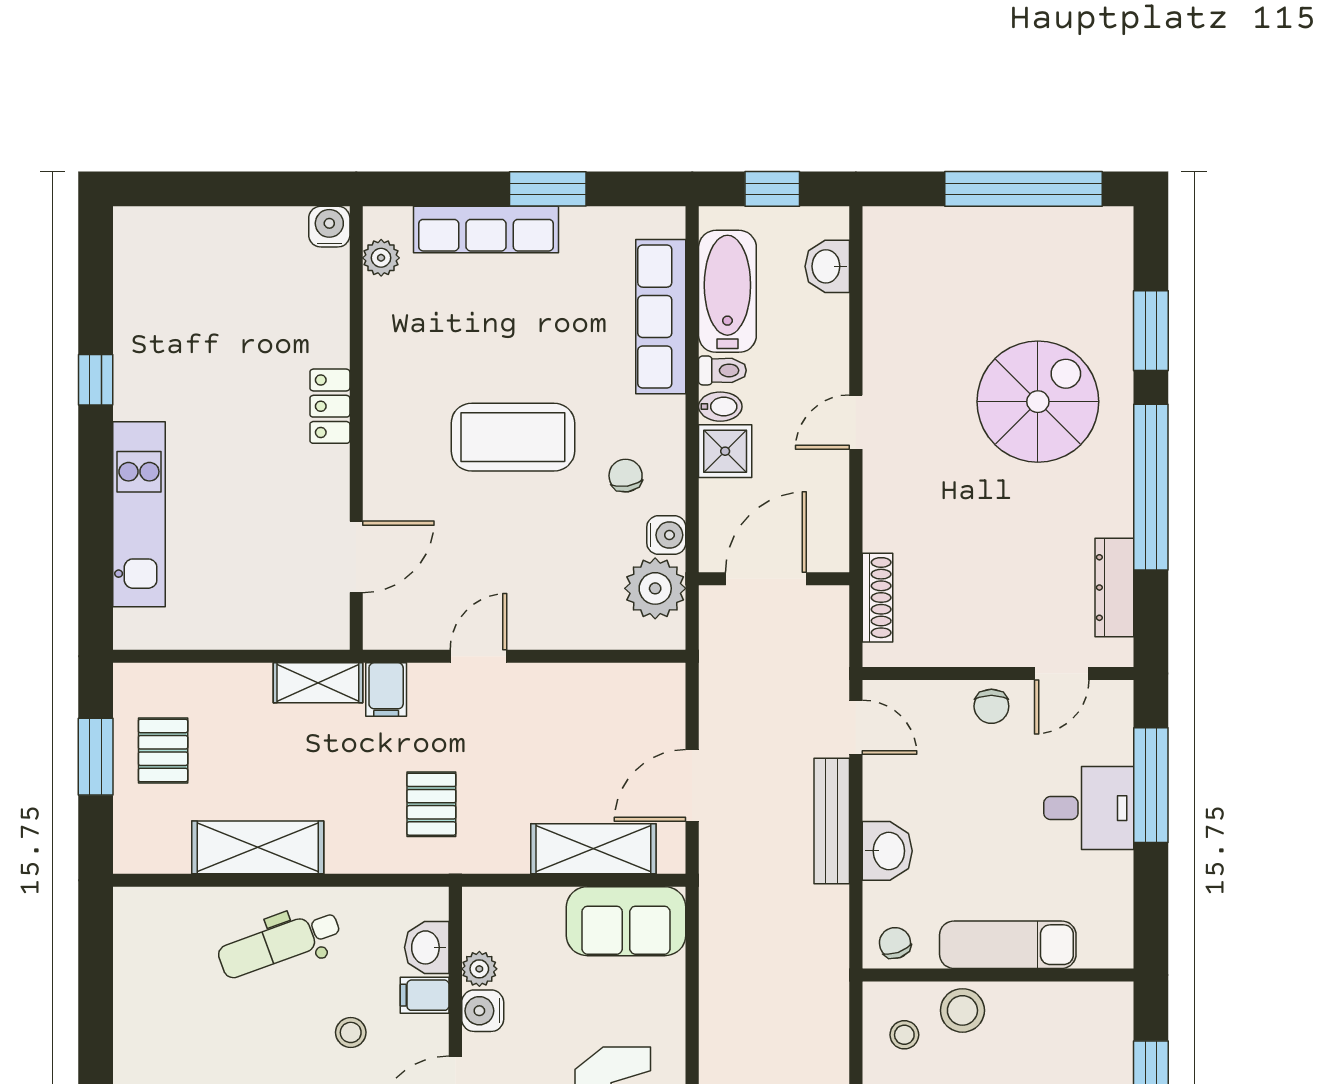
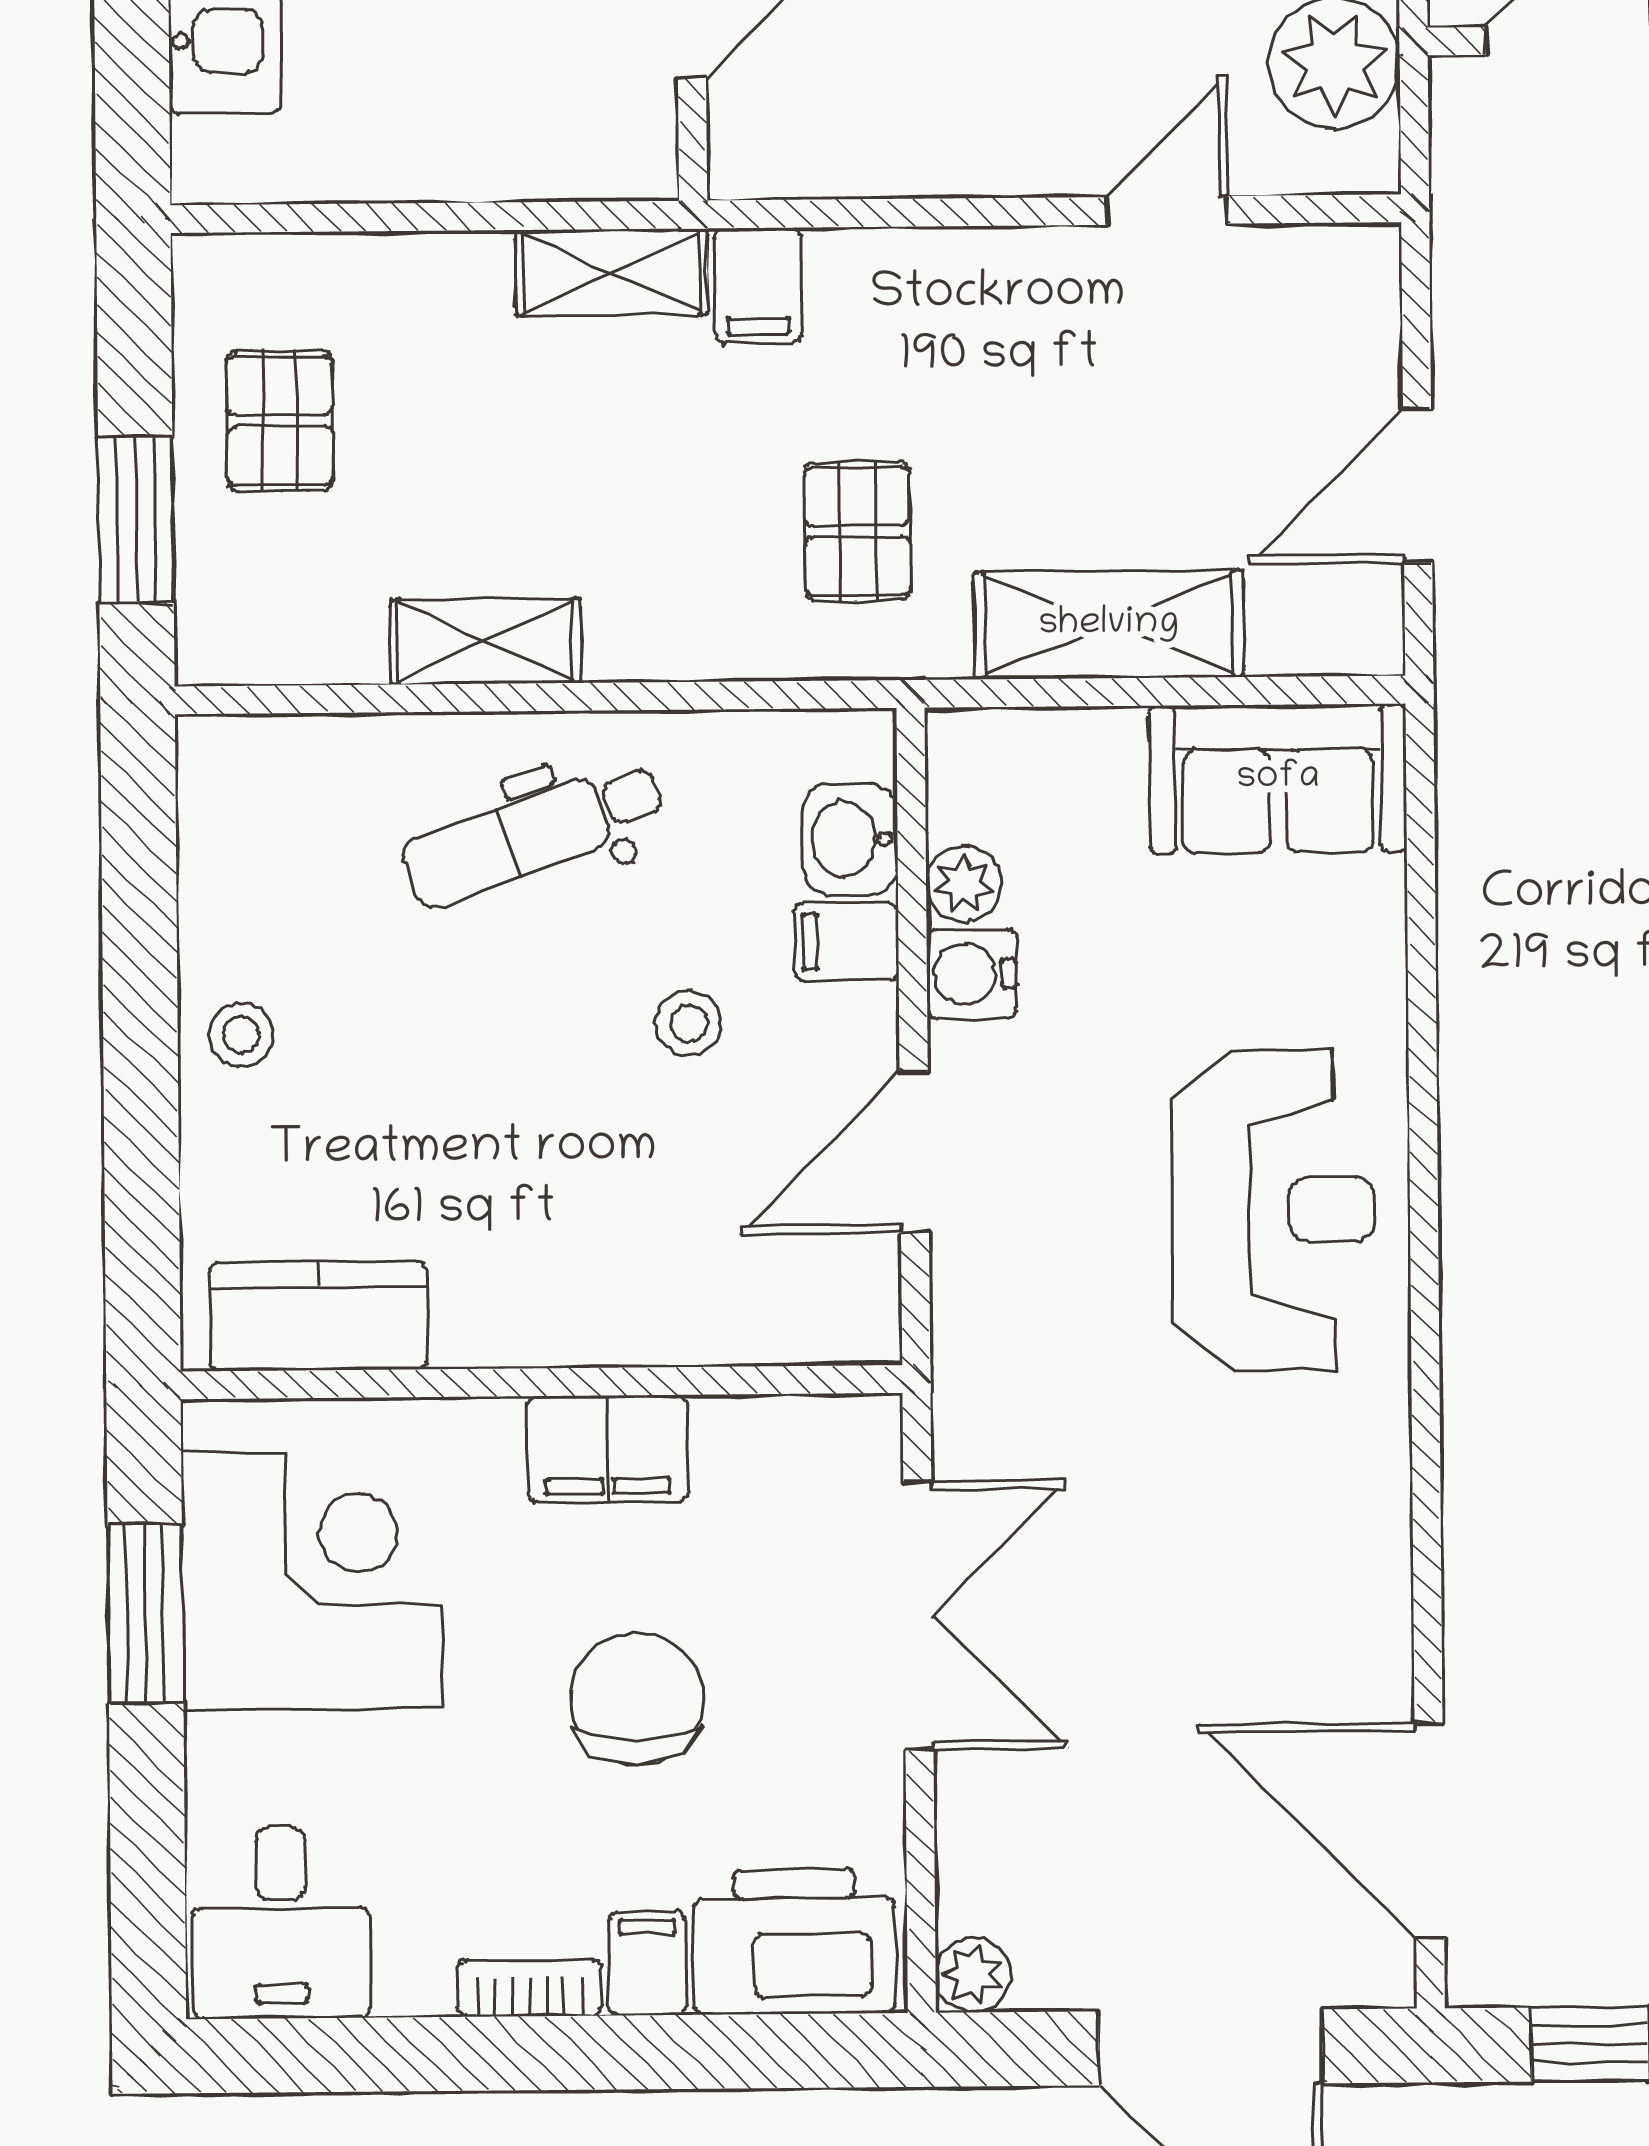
door: (478, 656) -> (1167, 210), moved
window: (96, 757) -> (136, 520), moved
shelving: (258, 847) -> (485, 641), width x0.67, depth x0.75
shelving: (593, 849) -> (1109, 625), moved
stool: (143, 1036) -> (241, 1035), added

